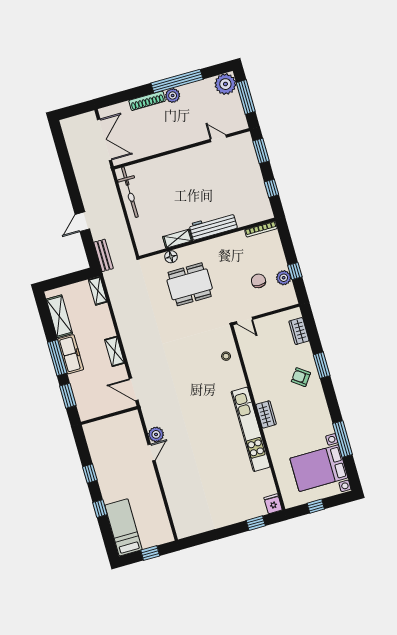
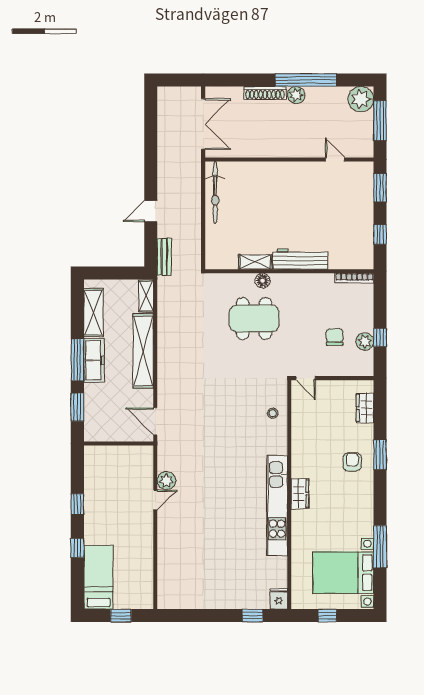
floor lamp: (171, 257) -> (263, 281), moved
shelving: (115, 351) -> (143, 351), width x2.20, depth x1.33
armchair: (301, 377) -> (352, 462), turned 54

